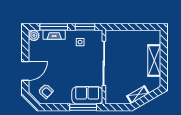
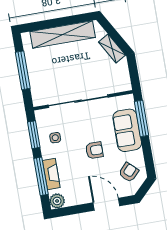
window: (133, 27) -> (23, 70), added
shelving: (154, 60) -> (63, 35), width x1.47
armchair: (66, 69) -> (94, 150), added
sofa: (87, 95) -> (127, 130), moved

